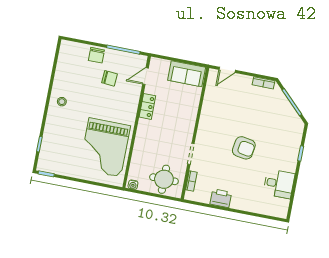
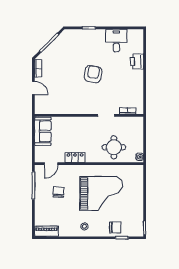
piano: (65, 55) -> (46, 231), added
chair: (96, 55) -> (115, 228), moved
door: (227, 70) -> (33, 88), moved
door: (145, 76) -> (51, 164), hinge flipped
grand piano: (105, 147) -> (101, 193), moved
round table: (164, 179) -> (114, 147), moved
printer: (221, 198) -> (137, 62), moved

